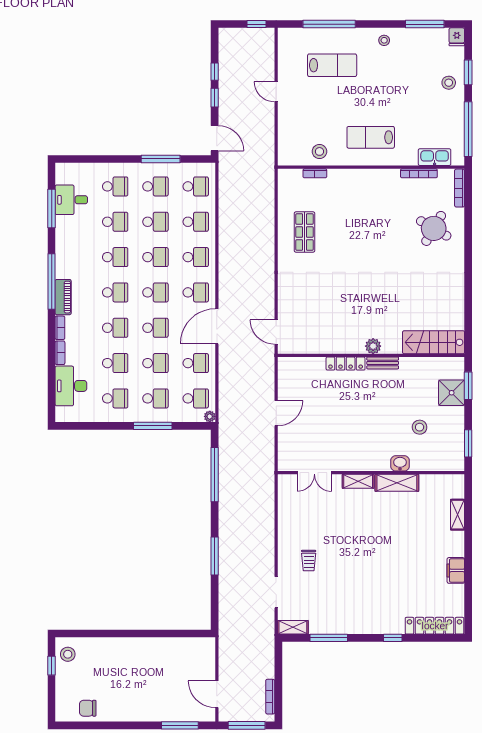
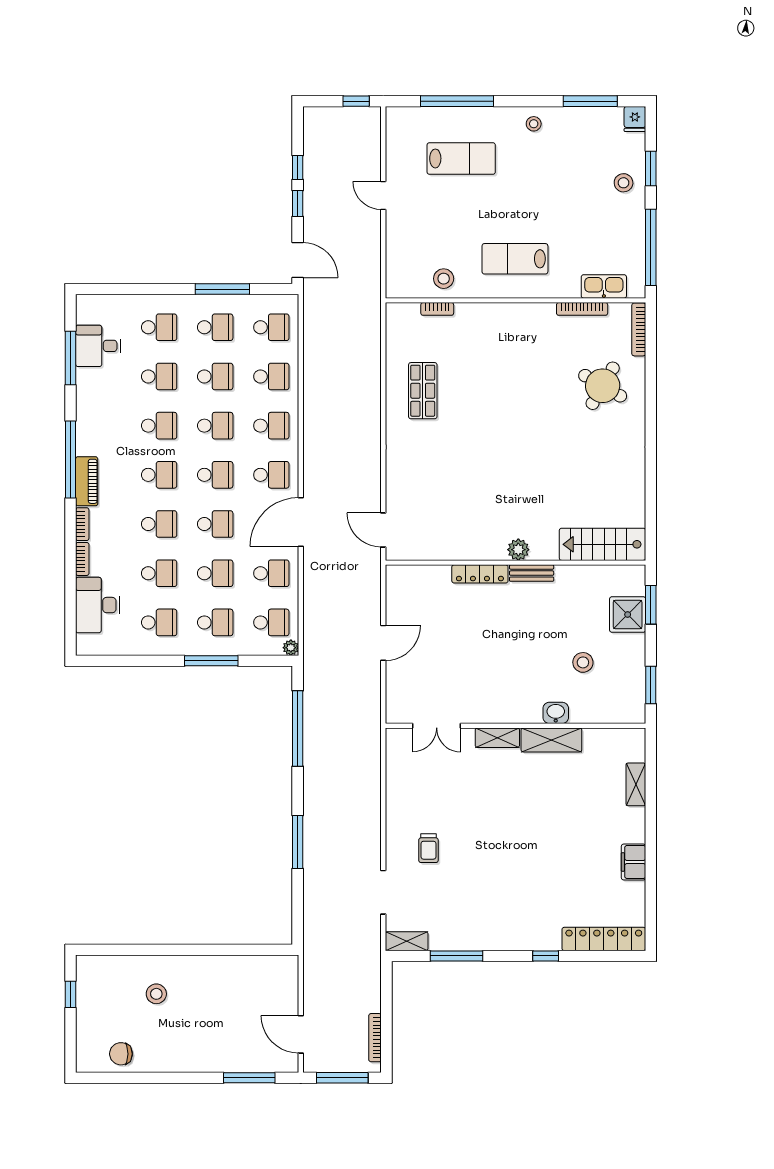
stool: (68, 654) -> (156, 994), moved

